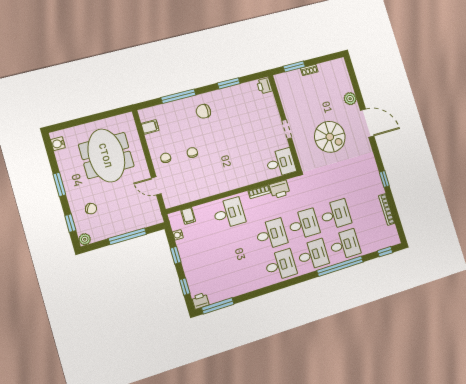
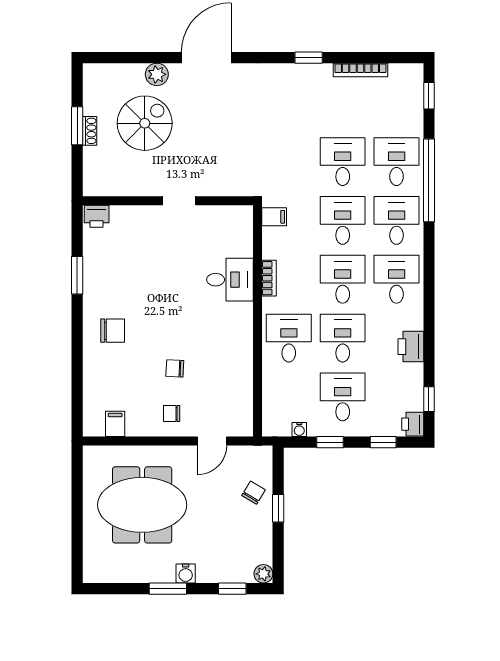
window: (294, 67) -> (77, 126), moved
window: (178, 96) -> (77, 364), removed
chair: (203, 111) -> (113, 331), turned -90
spiral stairs: (330, 137) -> (145, 123), moved
water cooler: (58, 144) -> (186, 574), moved
desk: (281, 163) -> (230, 280), moved, turned 90
printer: (280, 189) -> (411, 347), moved, turned 180
chair: (91, 209) -> (253, 493), moved
filing cabinet: (188, 216) -> (274, 217), moved
window: (127, 236) -> (278, 508), width x0.46
desk: (238, 244) -> (343, 338), added
desk: (204, 255) -> (343, 397), added
window: (218, 306) -> (429, 399), width x0.46

